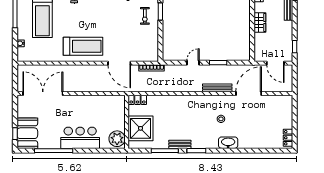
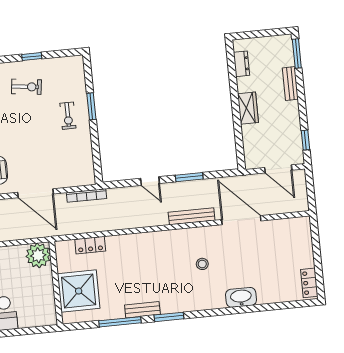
door: (193, 63) -> (150, 181), swing flipped
door: (249, 94) -> (241, 220), hinge flipped
locker: (138, 100) -> (90, 245), moved
plant: (117, 139) -> (38, 255), moved
washbasin: (228, 143) -> (241, 297), moved

